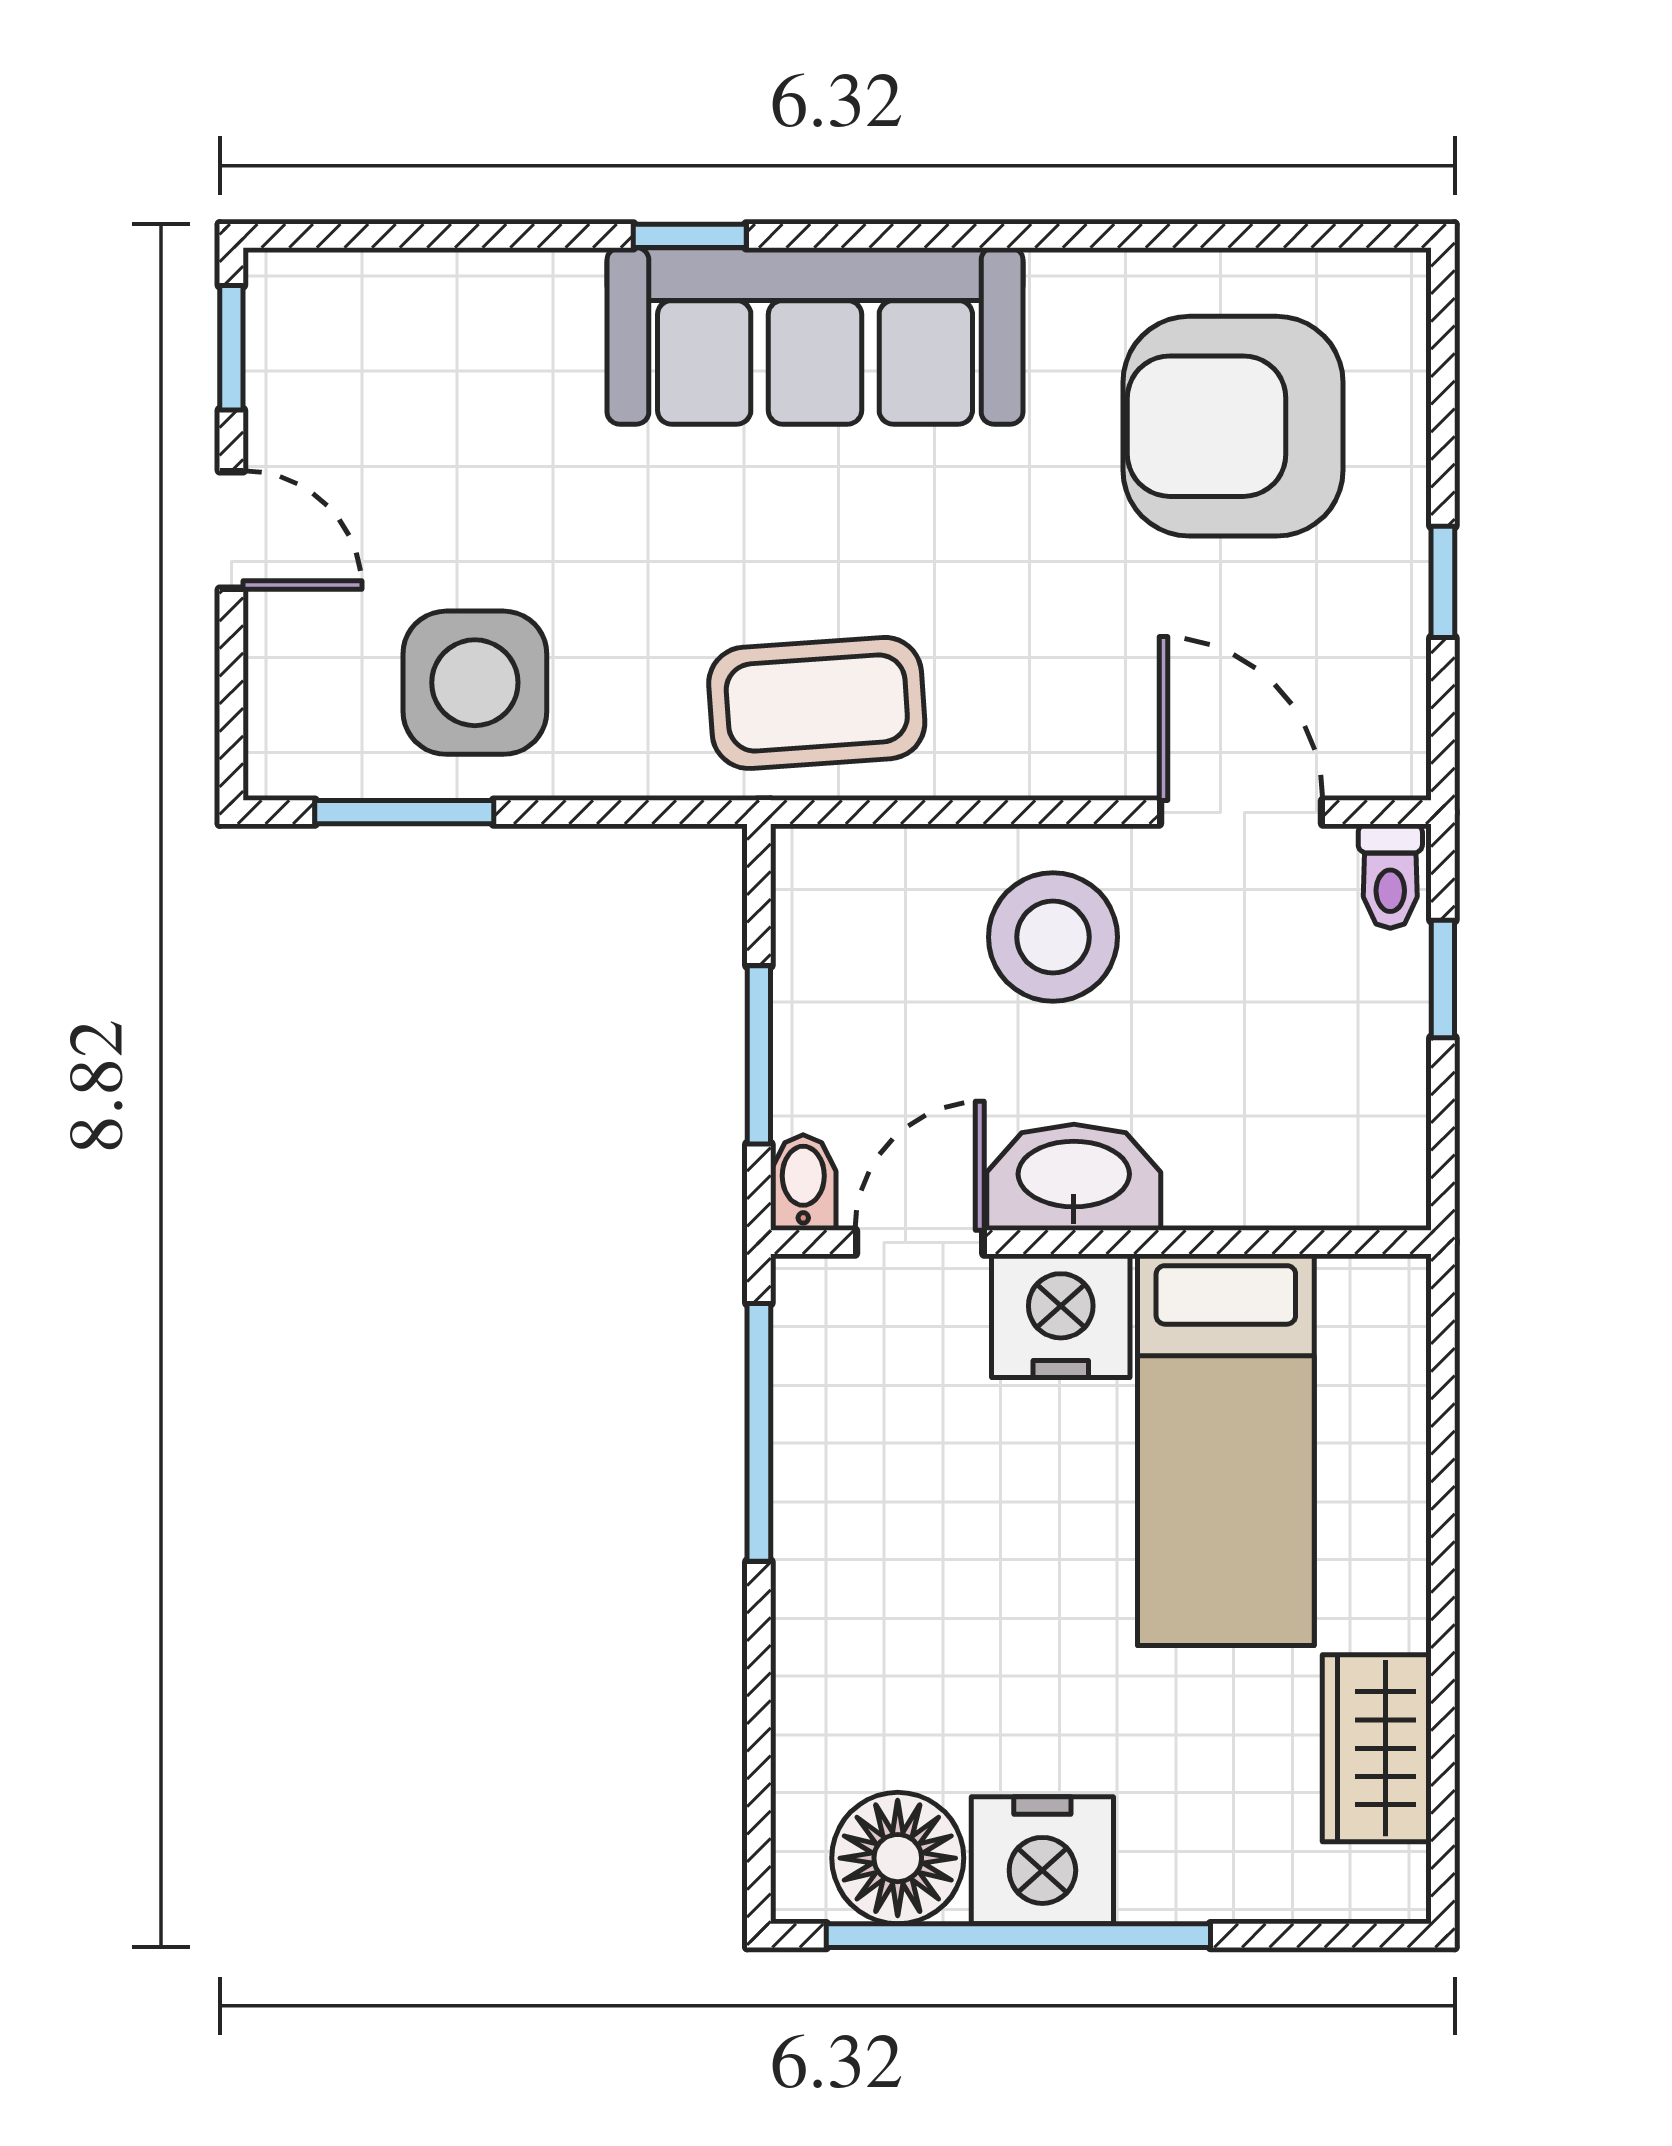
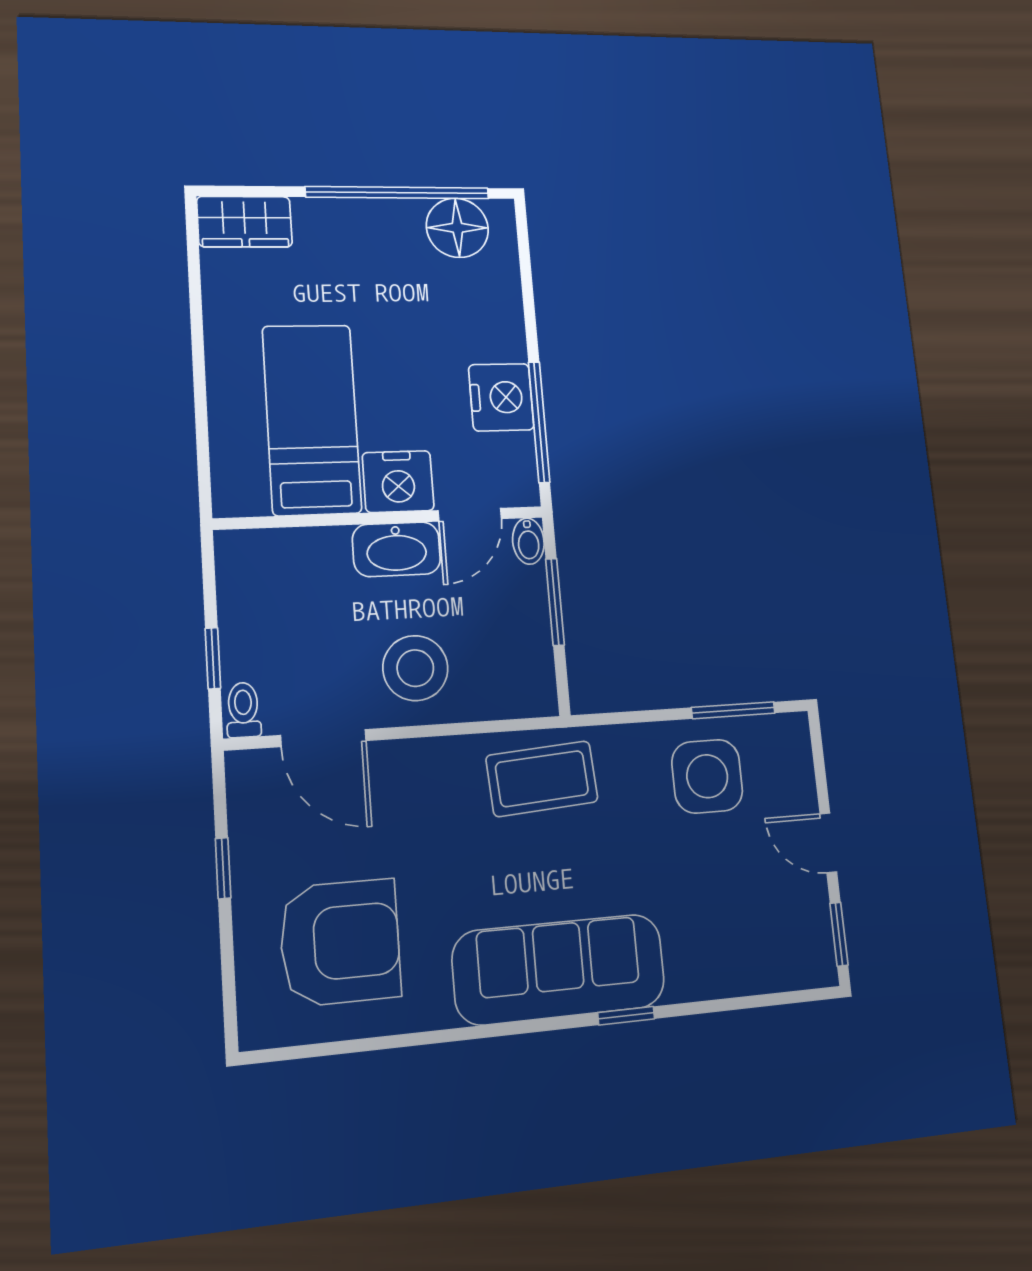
wardrobe: (1377, 1748) -> (245, 222), moved, turned 90
nightstand: (1042, 1860) -> (501, 397), moved, turned 90

